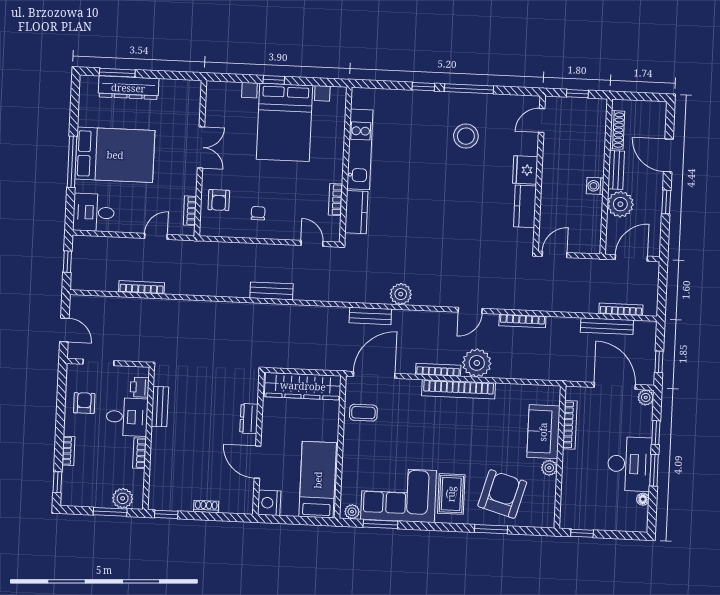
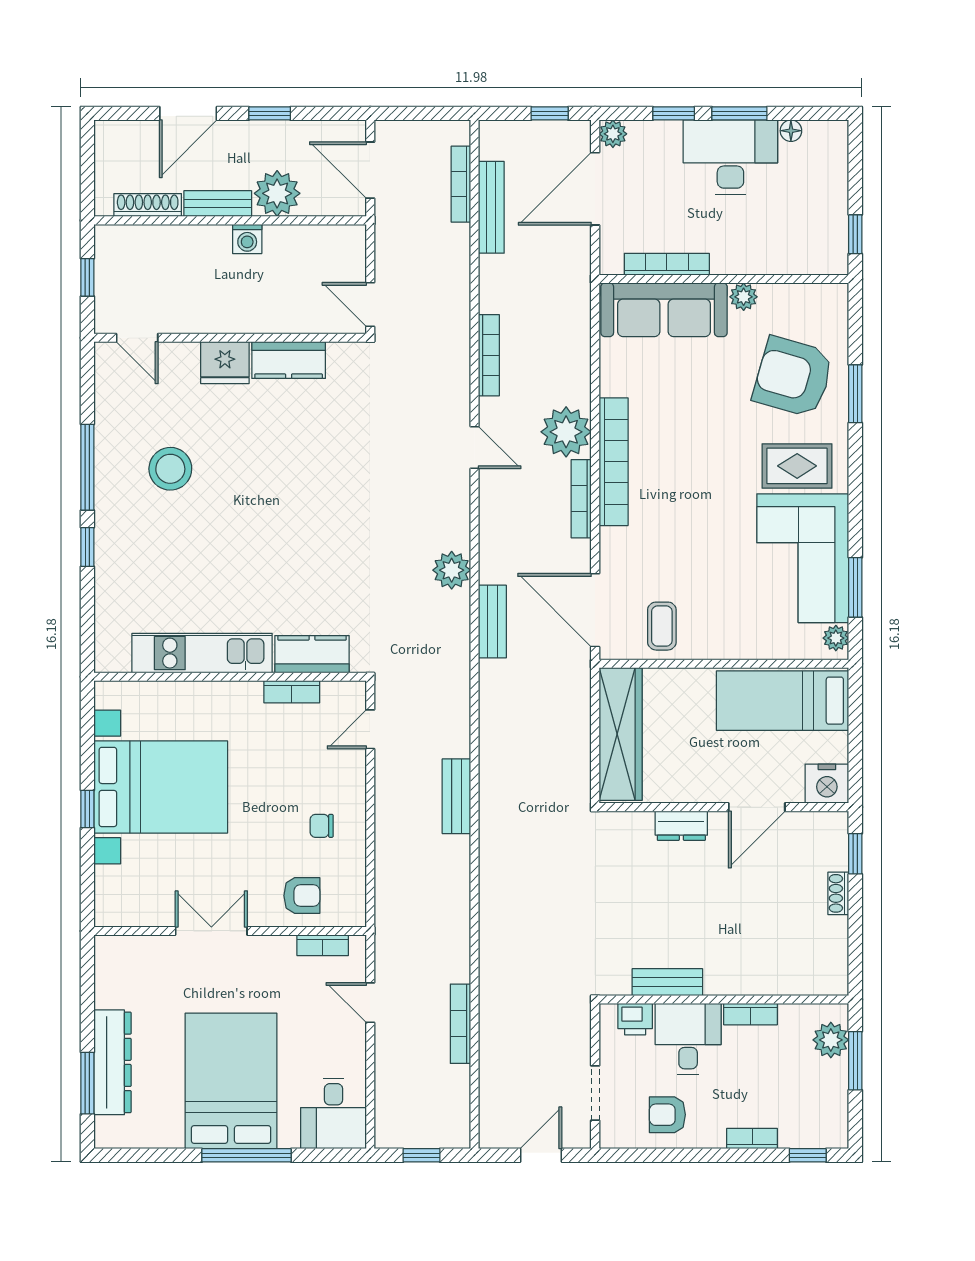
sofa: (543, 432) -> (664, 310), width x1.36
window: (166, 514) -> (855, 854), moved

